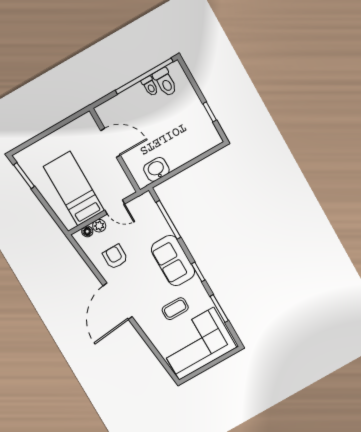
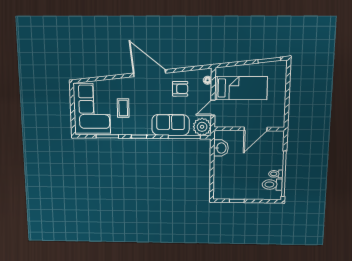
plant: (99, 226) -> (202, 127), moved, width x1.88, depth x1.88
sofa: (173, 261) -> (171, 125), moved

